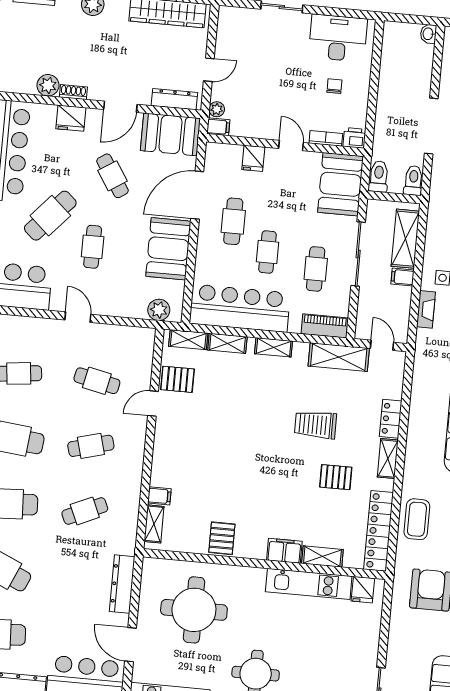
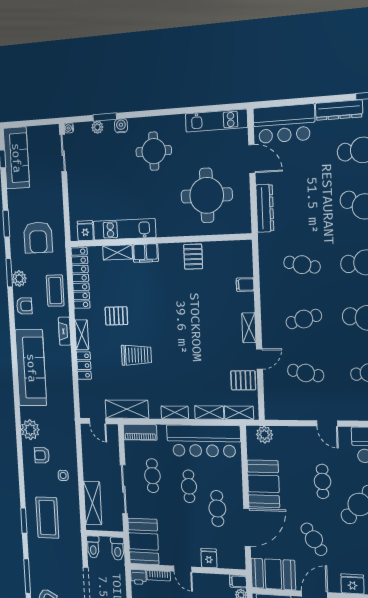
filing cabinet: (403, 277) -> (91, 474), removed
fireplace: (426, 309) -> (65, 331), moved
cafe table: (85, 511) -> (302, 265), turned 36
shelving: (154, 524) -> (249, 328), moved

